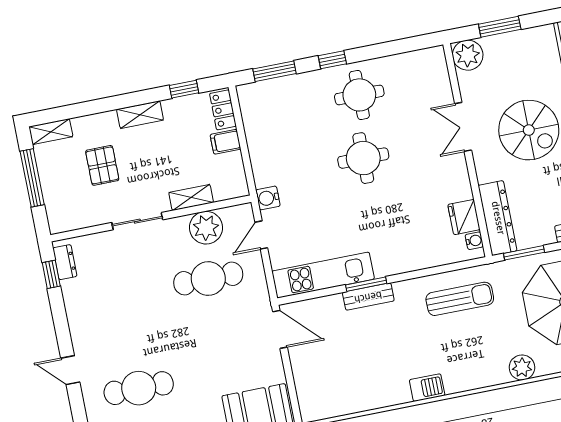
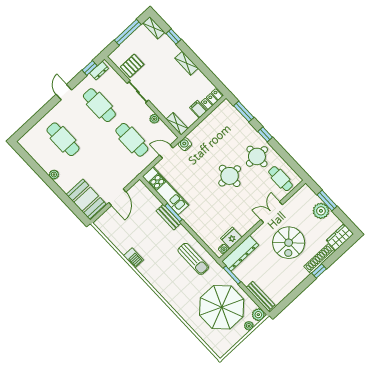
plant: (468, 55) -> (321, 211), moved
cafe table: (418, 79) -> (281, 179), added
window: (184, 89) -> (174, 37), moved
pallet: (102, 165) -> (132, 66), moved
shelving: (191, 198) -> (177, 124), moved
plant: (206, 228) -> (154, 119), width x0.53, depth x0.53
cafe table: (120, 296) -> (99, 105), added
door: (280, 329) -> (117, 197), moved
plant: (522, 367) -> (180, 306), removed
door: (70, 370) -> (64, 92), moved
barbecue: (427, 388) -> (134, 258), moved

